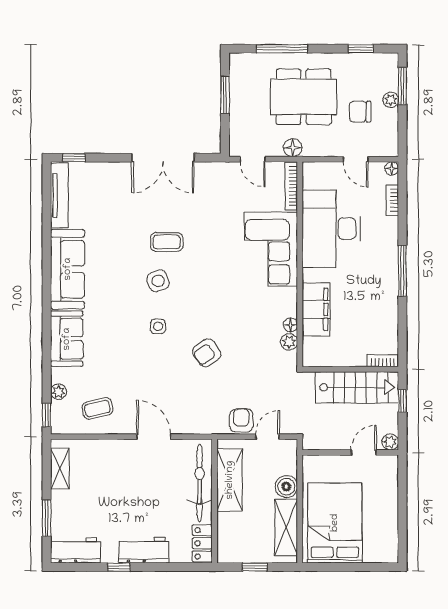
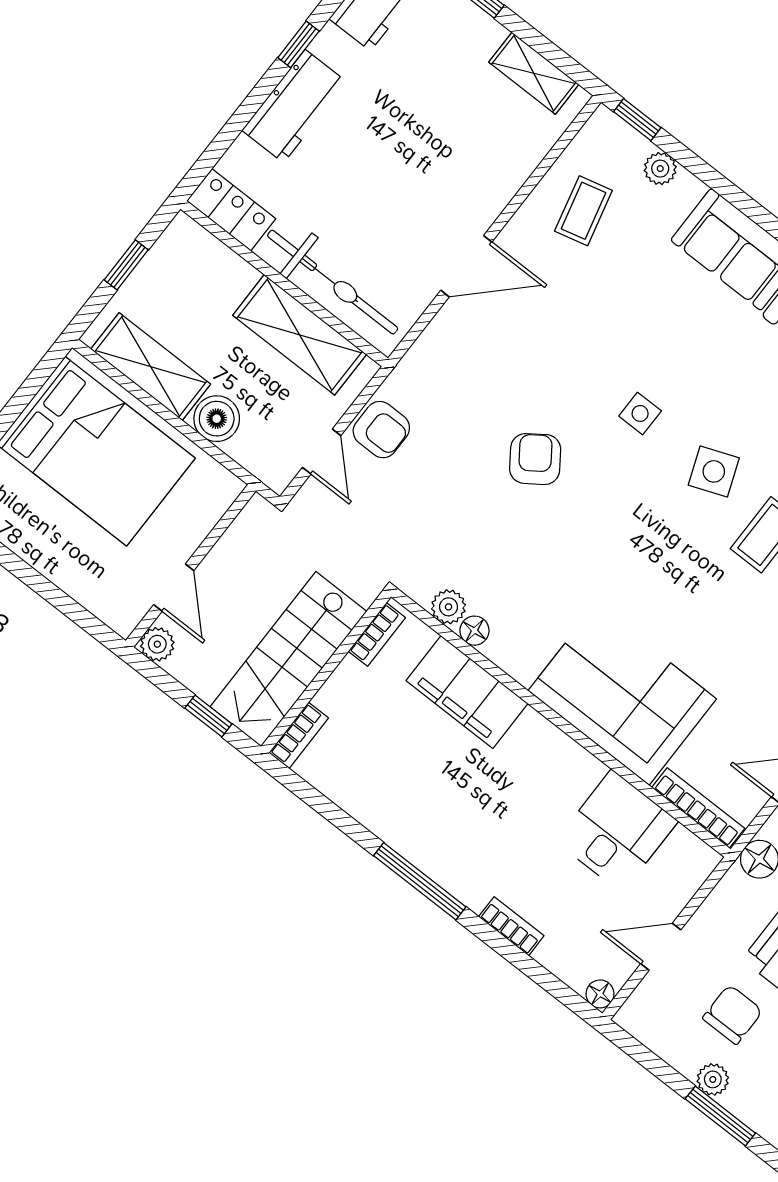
bookcase: (392, 200) -> (511, 926), moved
desk: (331, 229) -> (617, 831), width x0.53, depth x0.77
bookcase: (321, 361) -> (377, 634), added

